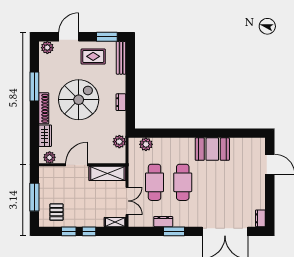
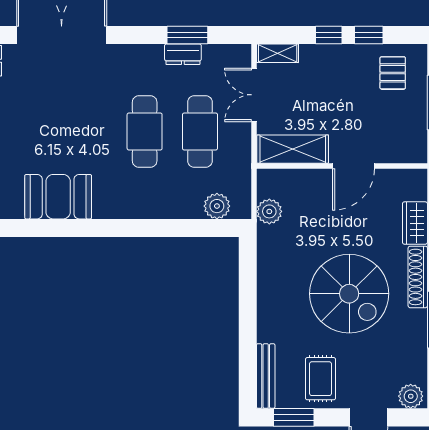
rug: (93, 56) -> (321, 379), turned 90
spiral stairs: (79, 100) -> (349, 294), turned -90
dresser: (121, 102) -> (266, 289), removed
booth: (212, 149) -> (58, 197), moved
plant: (50, 157) -> (406, 180), removed
window: (174, 231) -> (187, 35), moved

